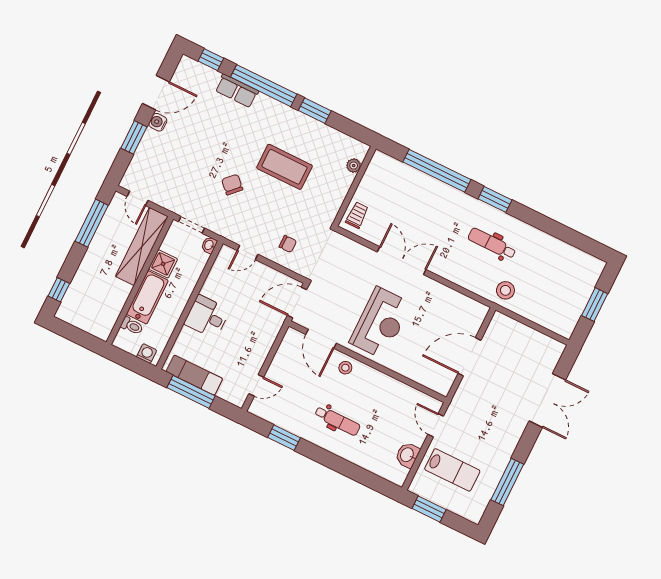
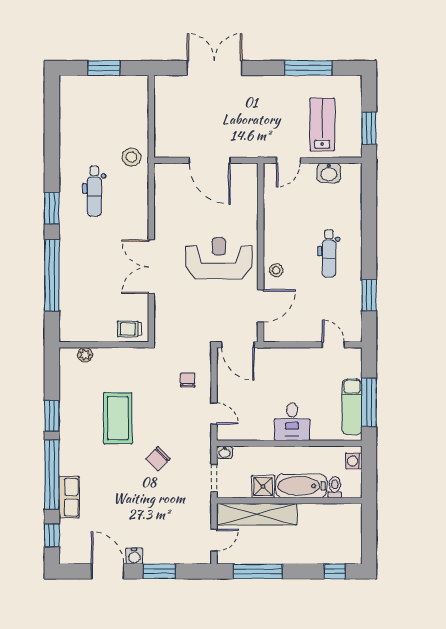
dental chair: (337, 421) -> (329, 253), turned 180

